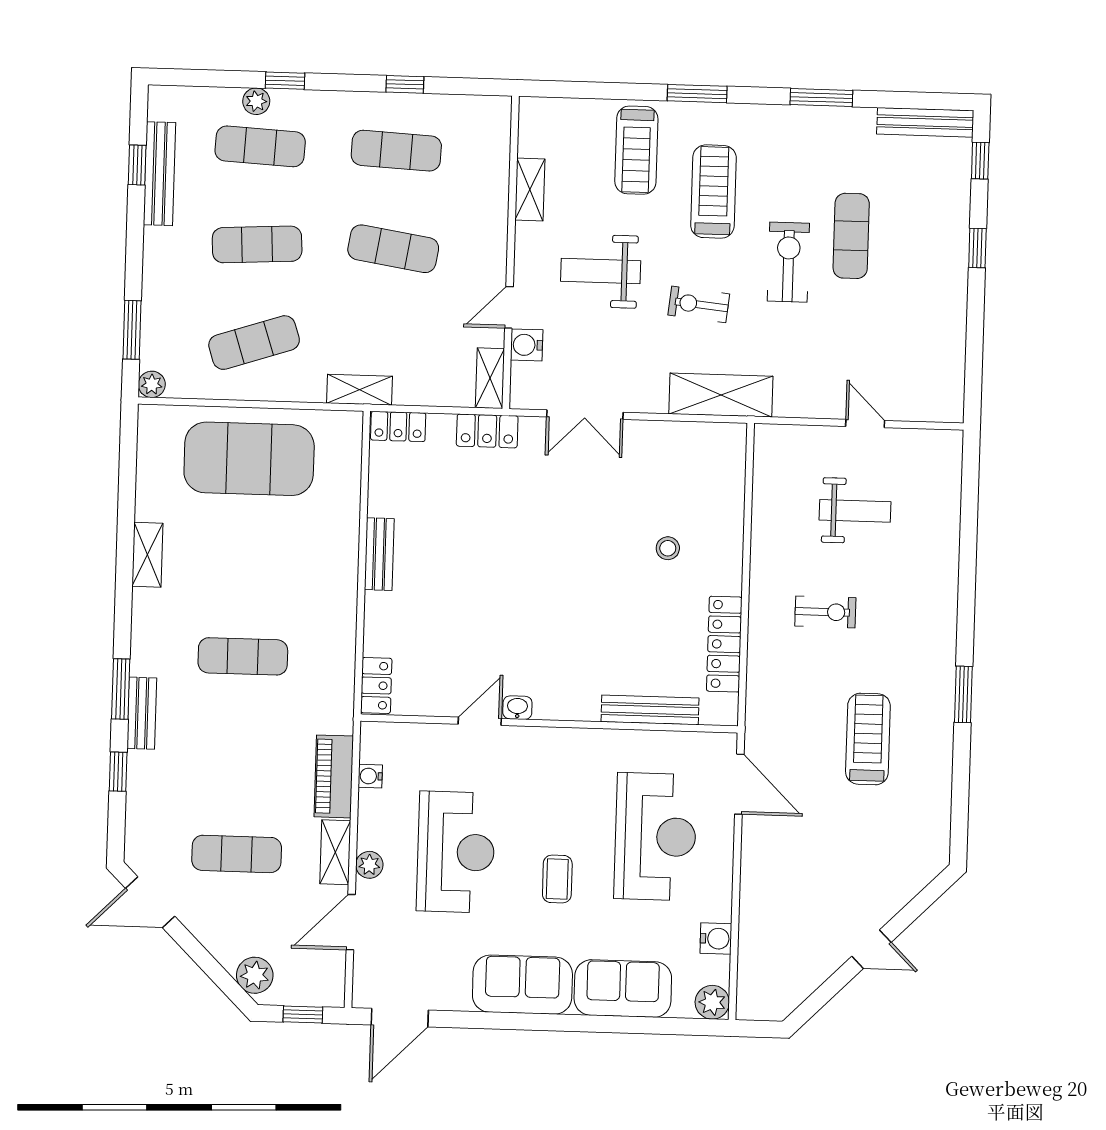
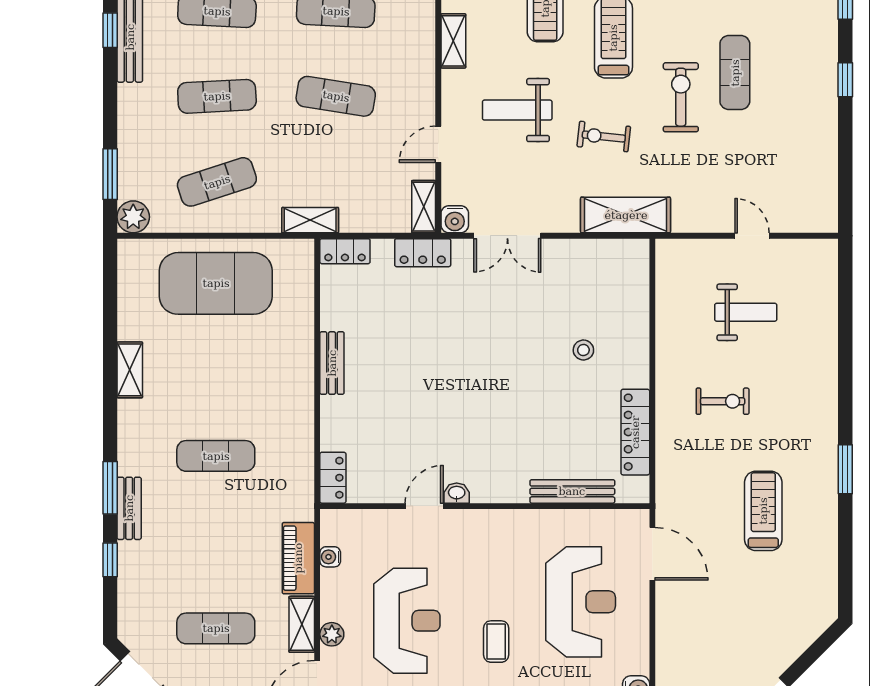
water cooler: (527, 345) -> (455, 219), moved, turned -90
plant: (152, 384) -> (133, 217), width x1.38, depth x1.38

